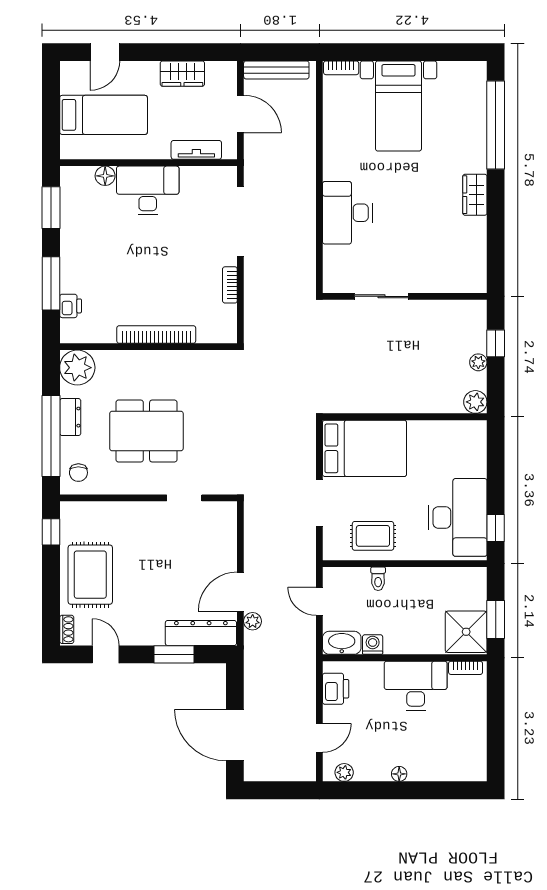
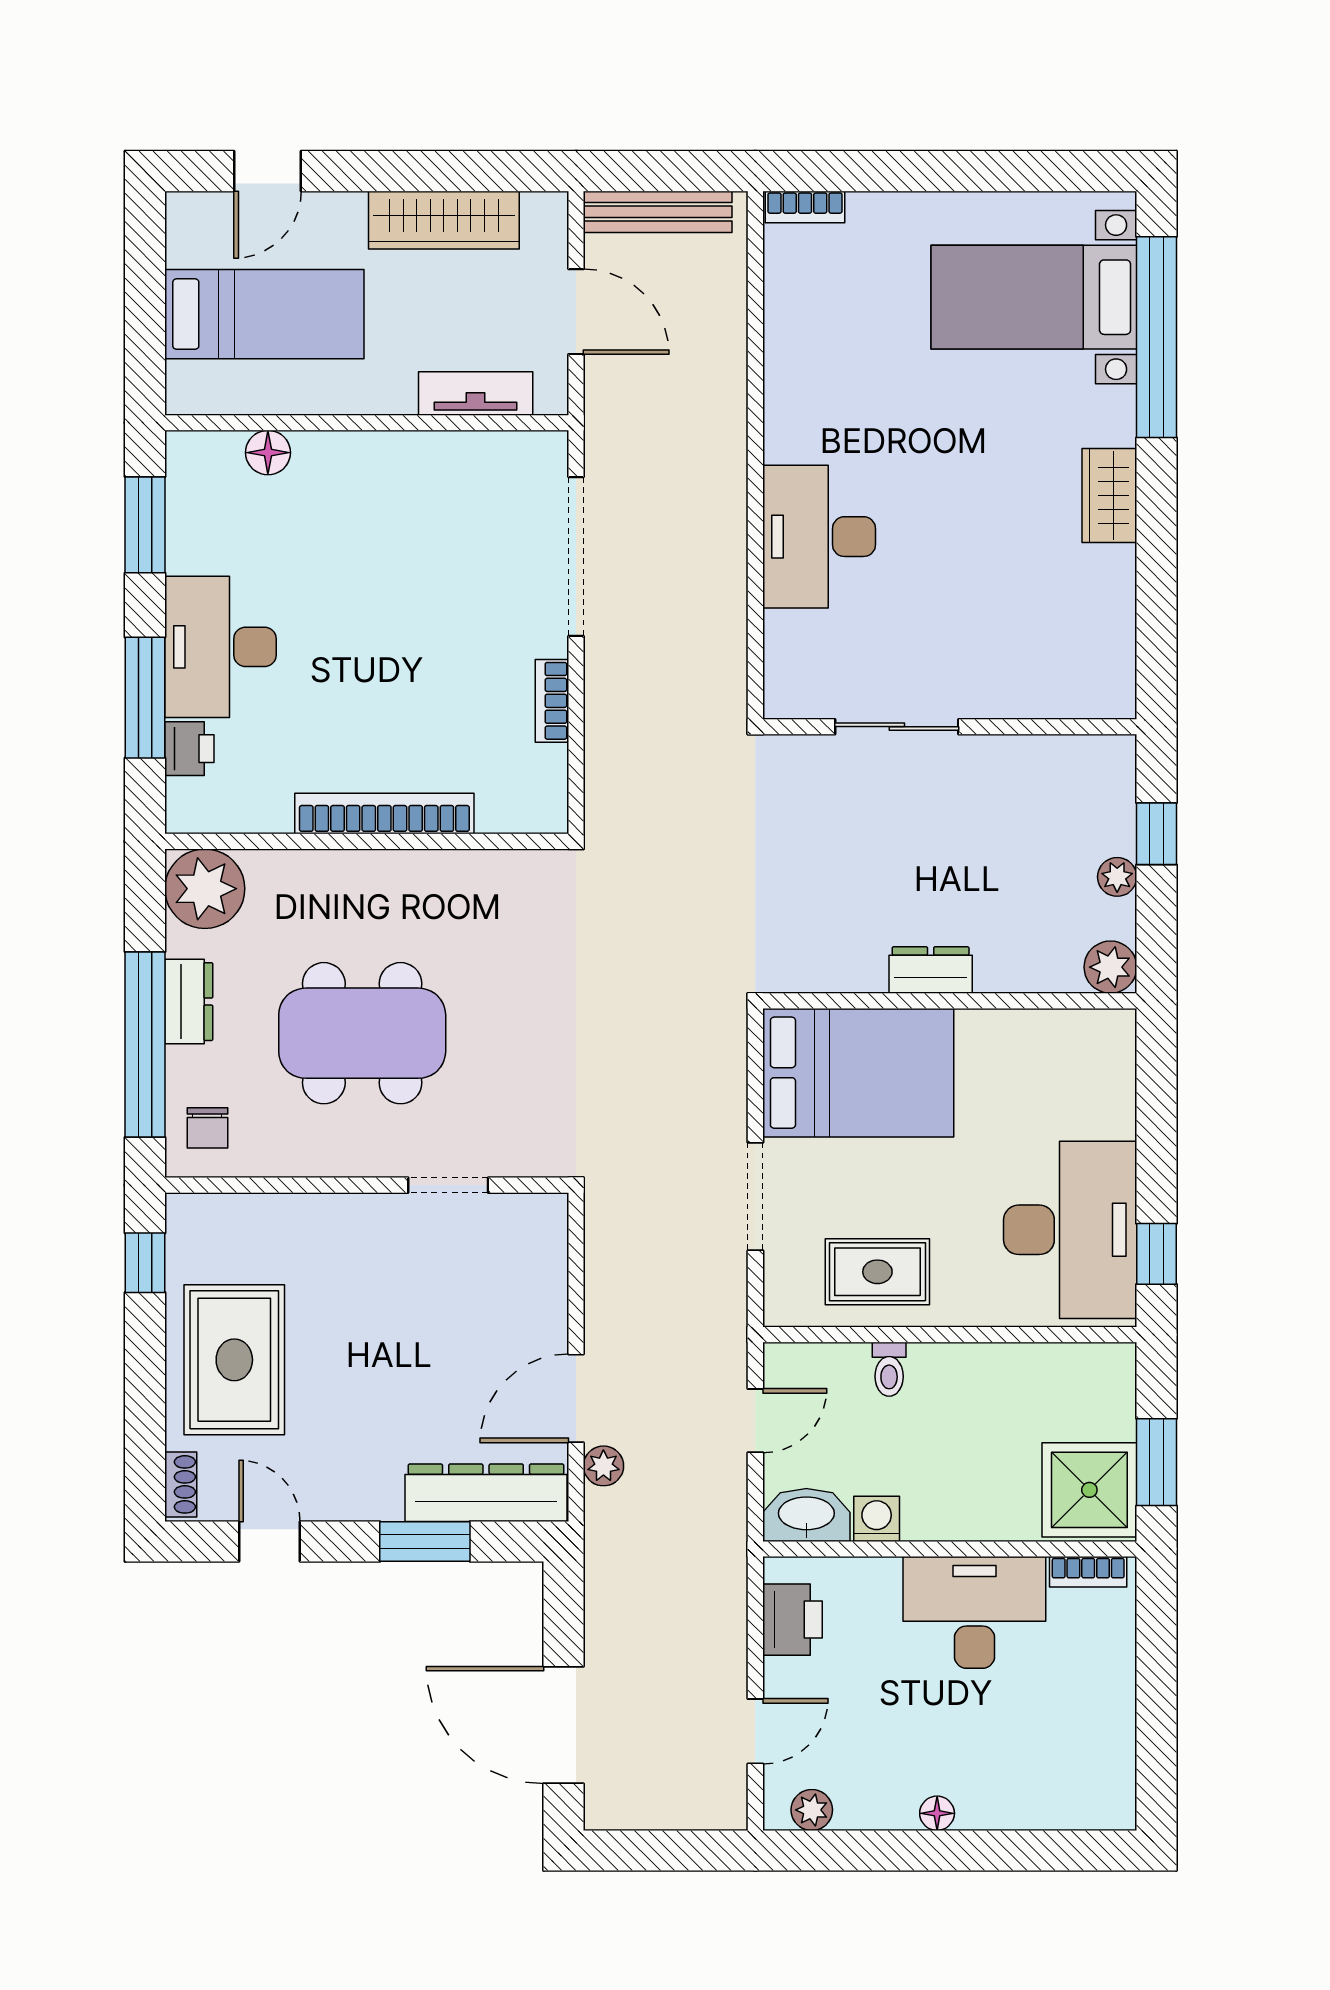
wardrobe: (182, 74) -> (444, 220), width x1.50
bed with nightstands: (398, 106) -> (1034, 297), moved, turned 90
desk: (148, 190) -> (221, 647), moved, turned -90
dresser: (396, 403) -> (931, 970), added
door: (319, 601) -> (755, 1421), swing flipped

